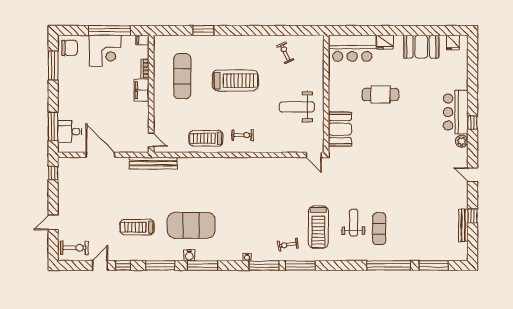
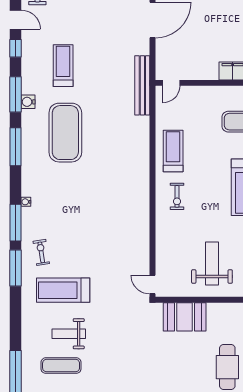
door: (314, 155) -> (153, 285), hinge flipped
weight bench: (354, 223) -> (69, 334), turned 180
water cooler: (189, 255) -> (28, 102), moved

